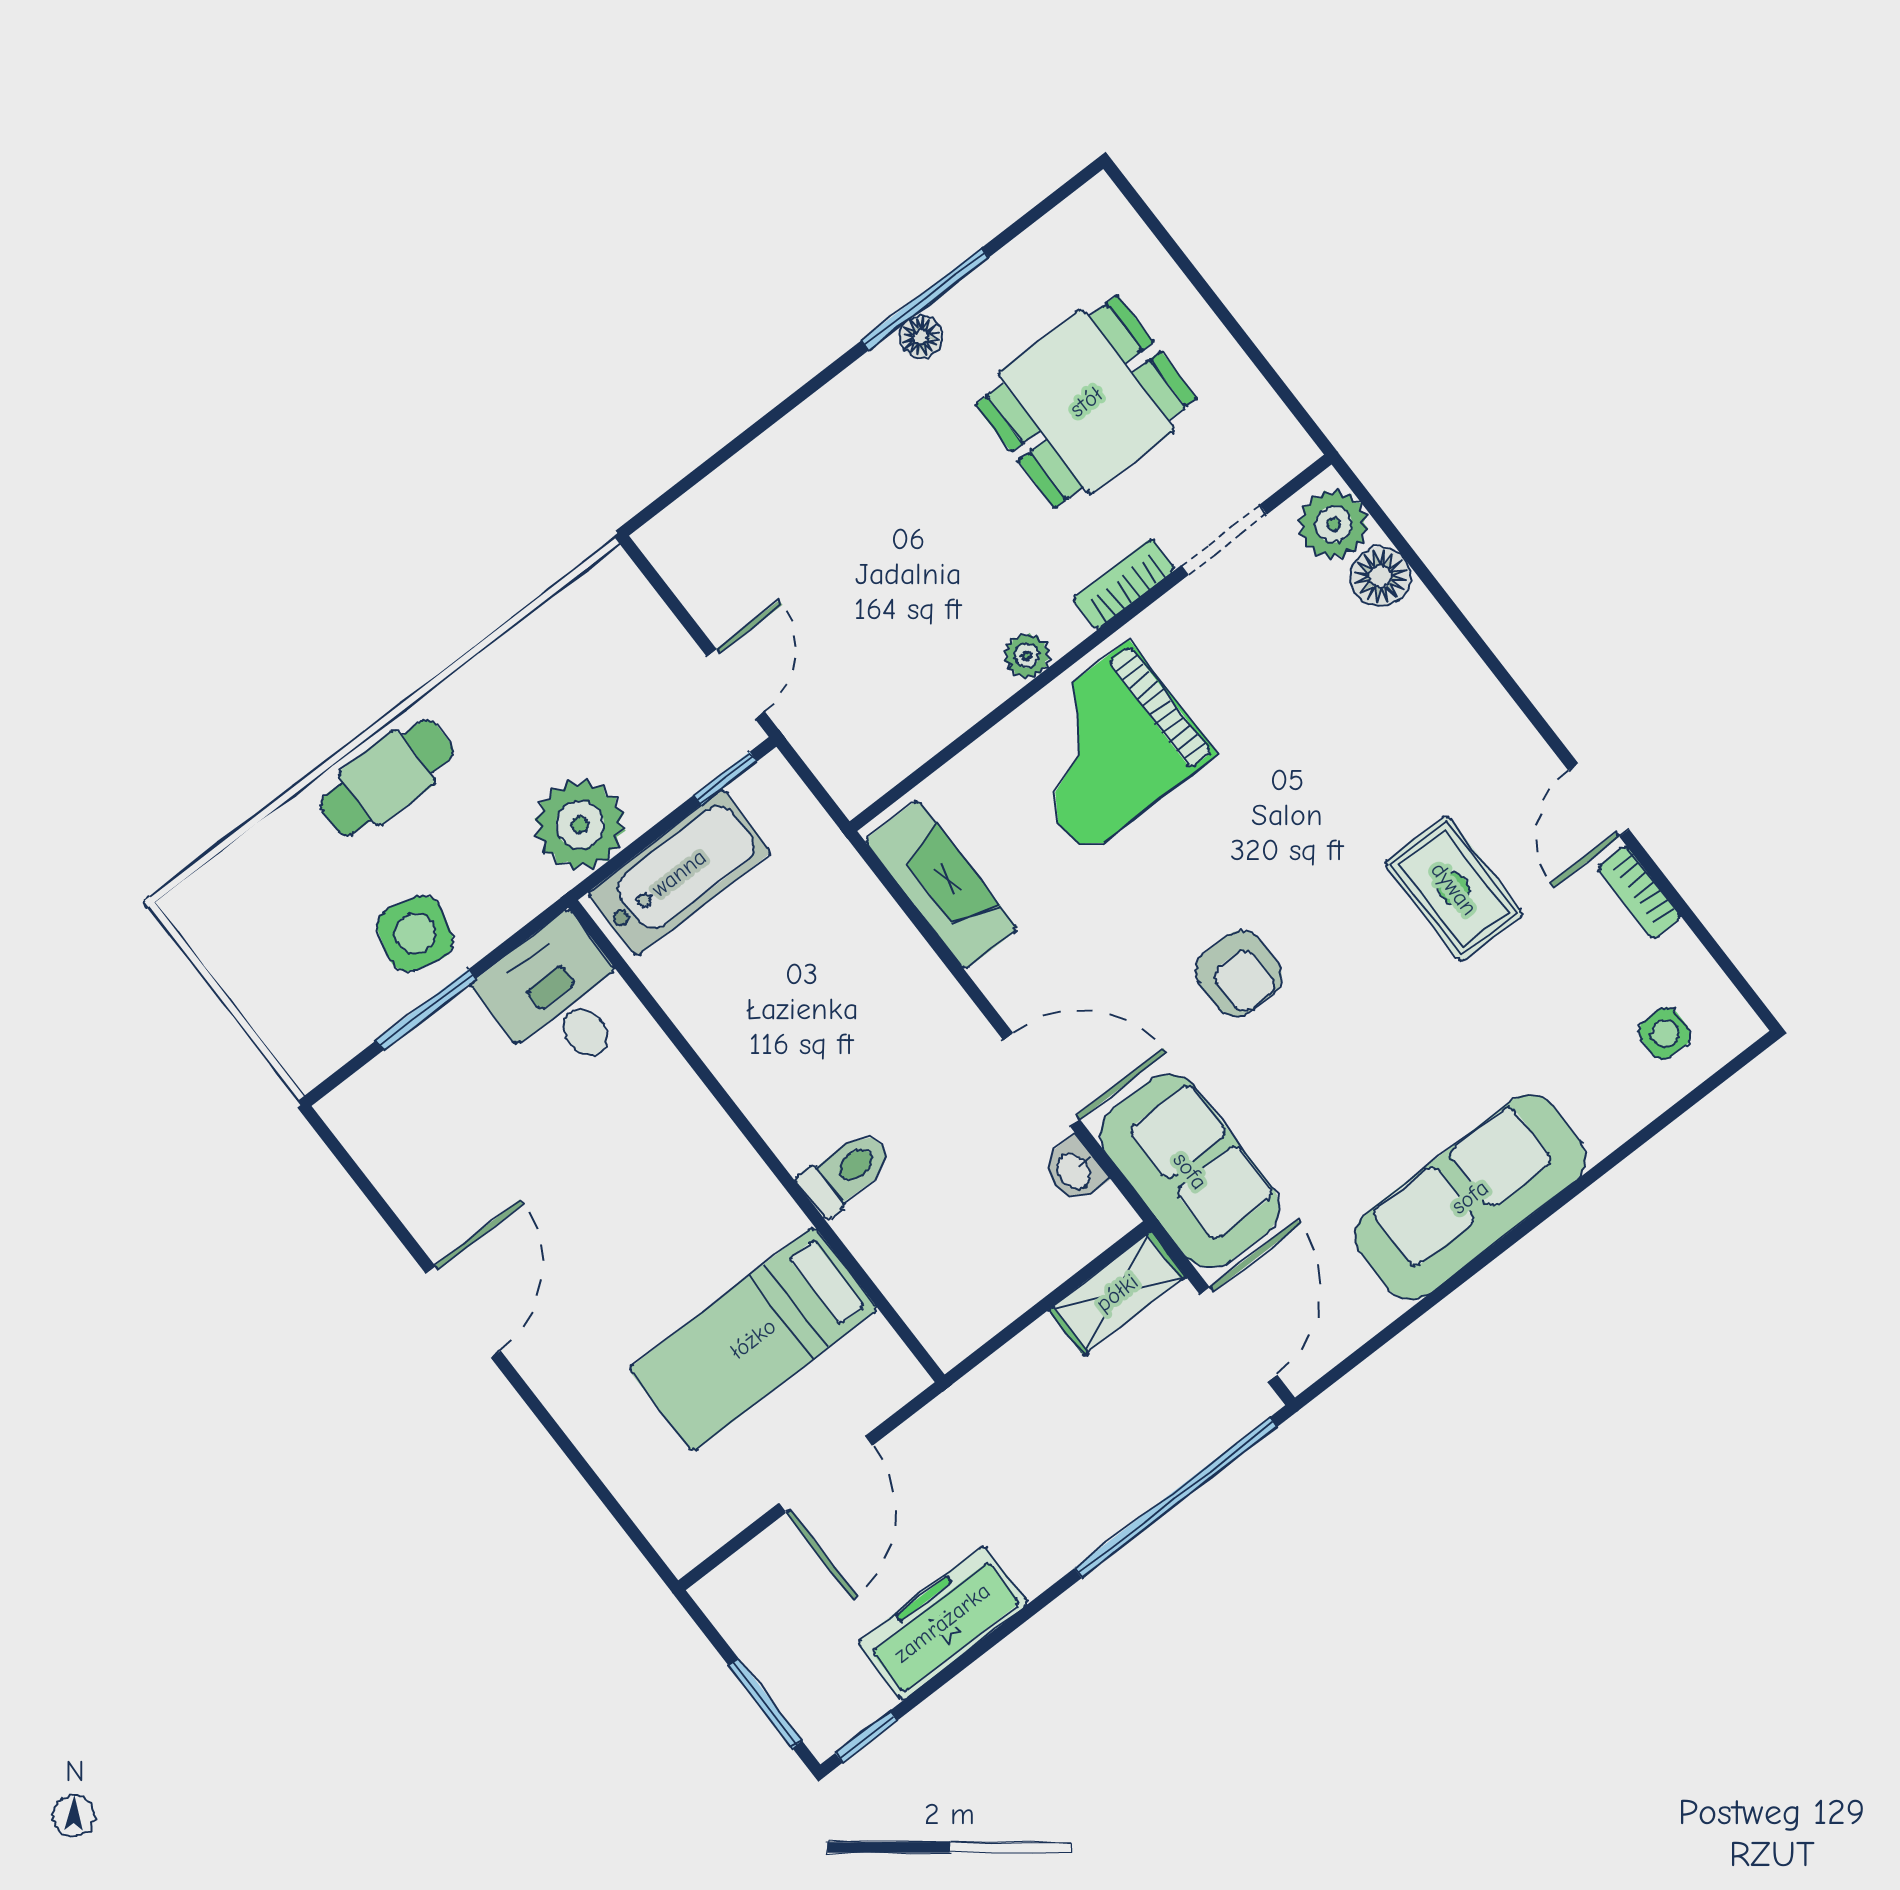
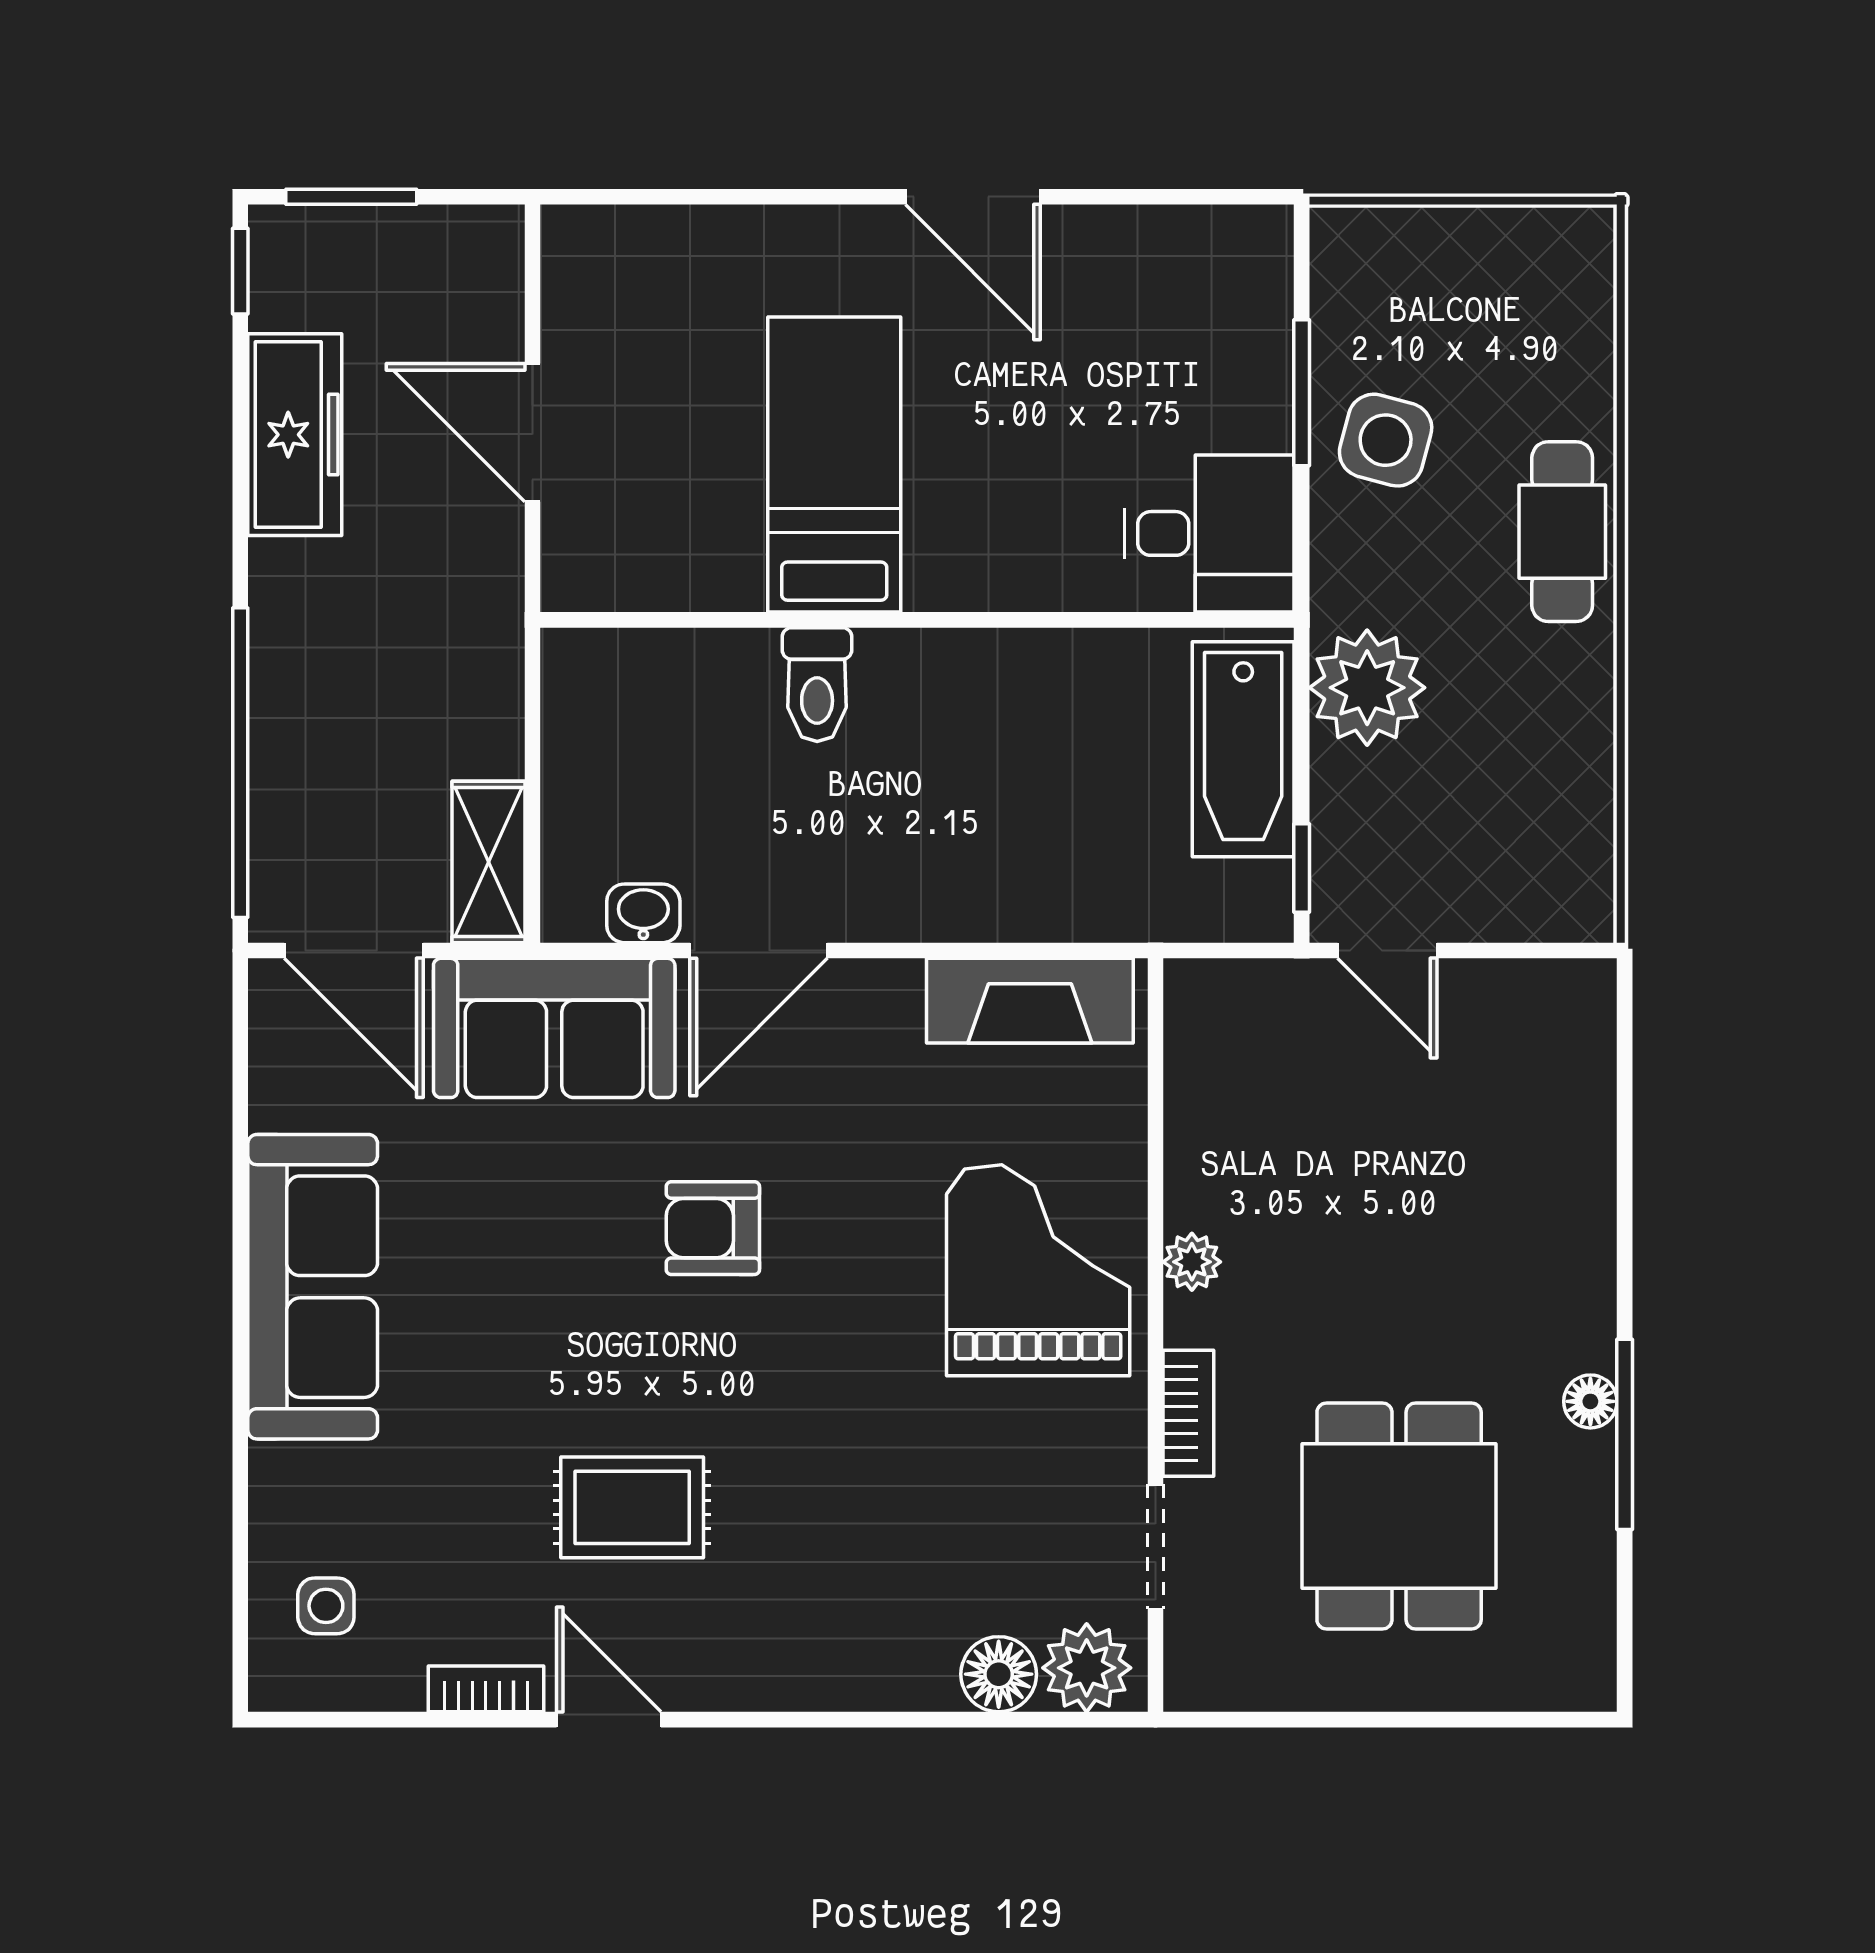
bed: (753, 1339) -> (834, 465), moved

